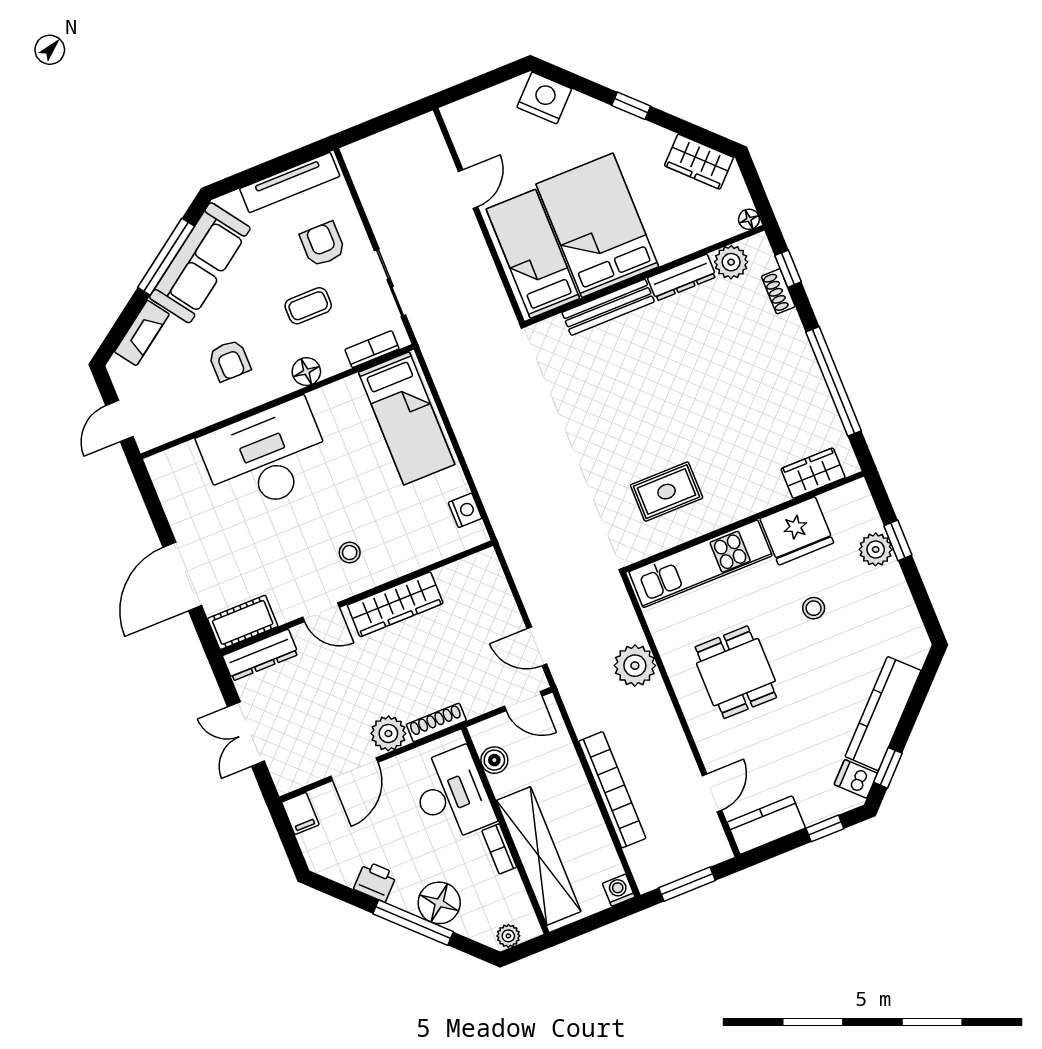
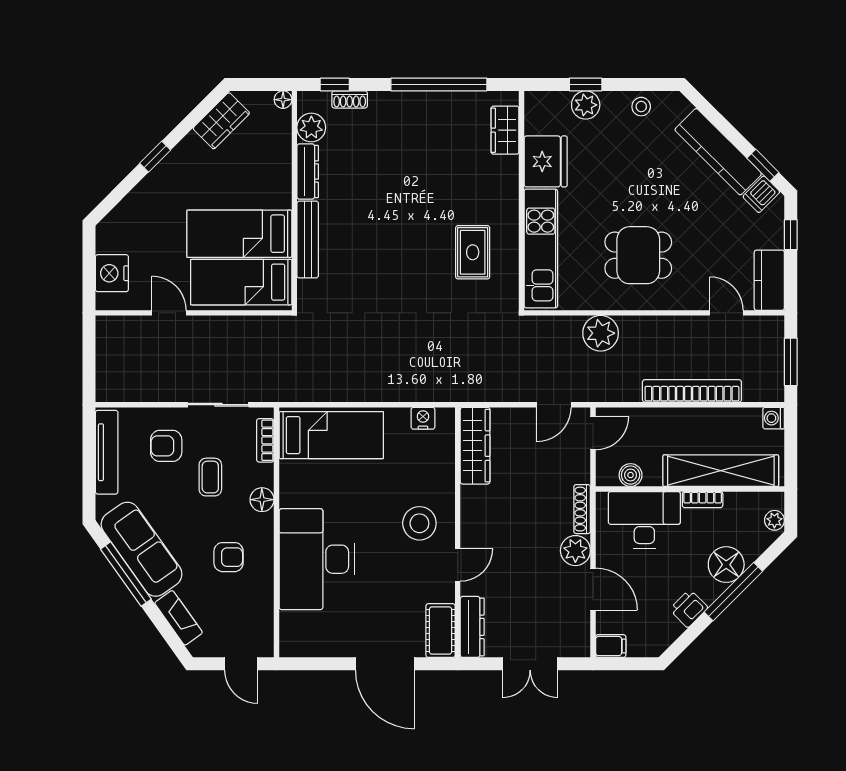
nightstand: (544, 98) -> (112, 273), moved, turned -45
bed: (597, 225) -> (239, 234), width x0.67
stool: (350, 553) -> (419, 523), width x1.89, depth x1.89
wardrobe: (395, 604) -> (475, 446), moved
stool: (814, 608) -> (641, 107), moved

